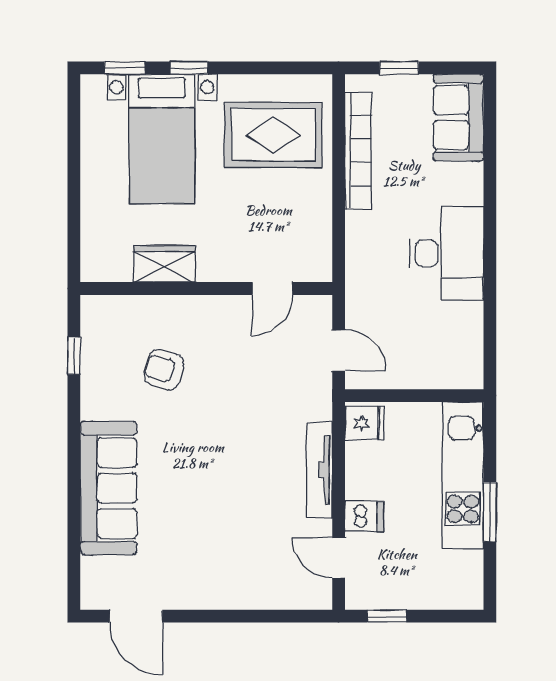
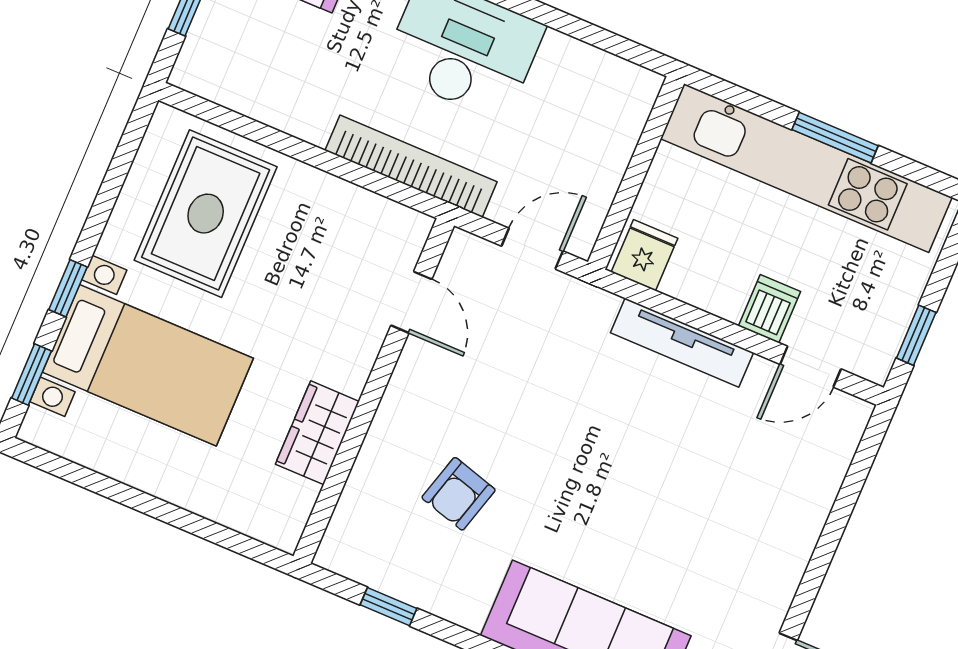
bookcase: (358, 150) -> (411, 166), moved
kitchen unit: (463, 475) -> (806, 168), width x1.36

